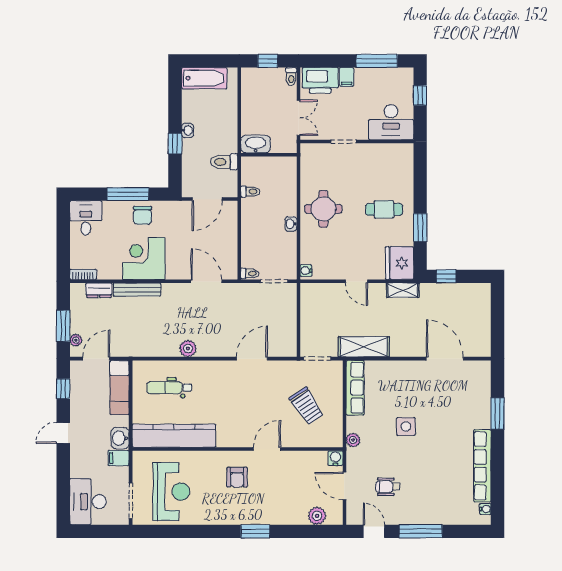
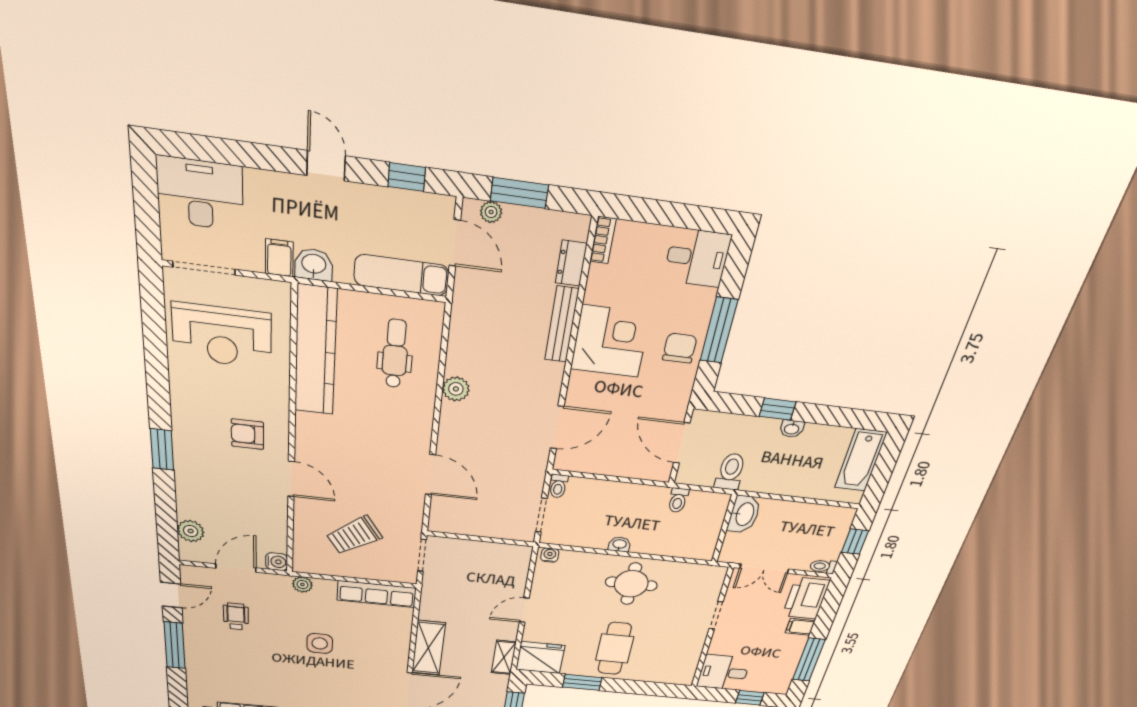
desk: (391, 122) -> (724, 672), width x0.73
cafe table: (384, 209) -> (615, 649), width x1.37, depth x1.35
chair: (142, 215) -> (680, 348), turned 90
shelving: (364, 347) -> (428, 648), moved

